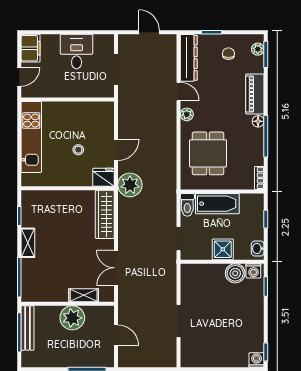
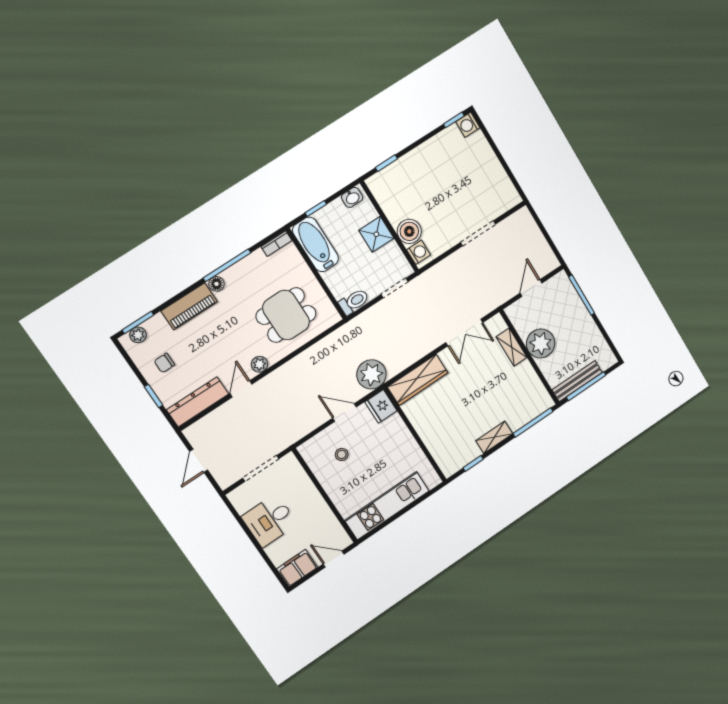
stool: (78, 150) -> (342, 454), moved
bathtub: (217, 204) -> (316, 244), moved
washing machine: (253, 271) -> (419, 252), moved
boiler: (235, 273) -> (409, 231), moved

